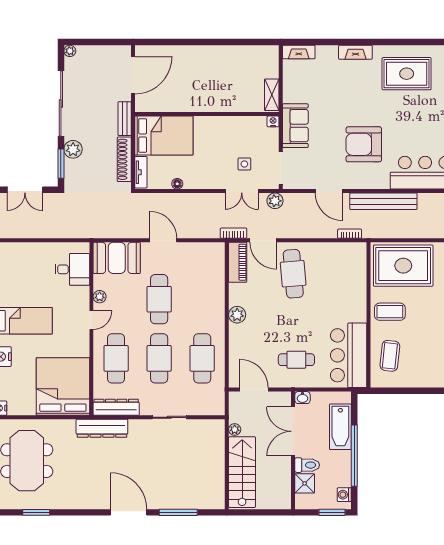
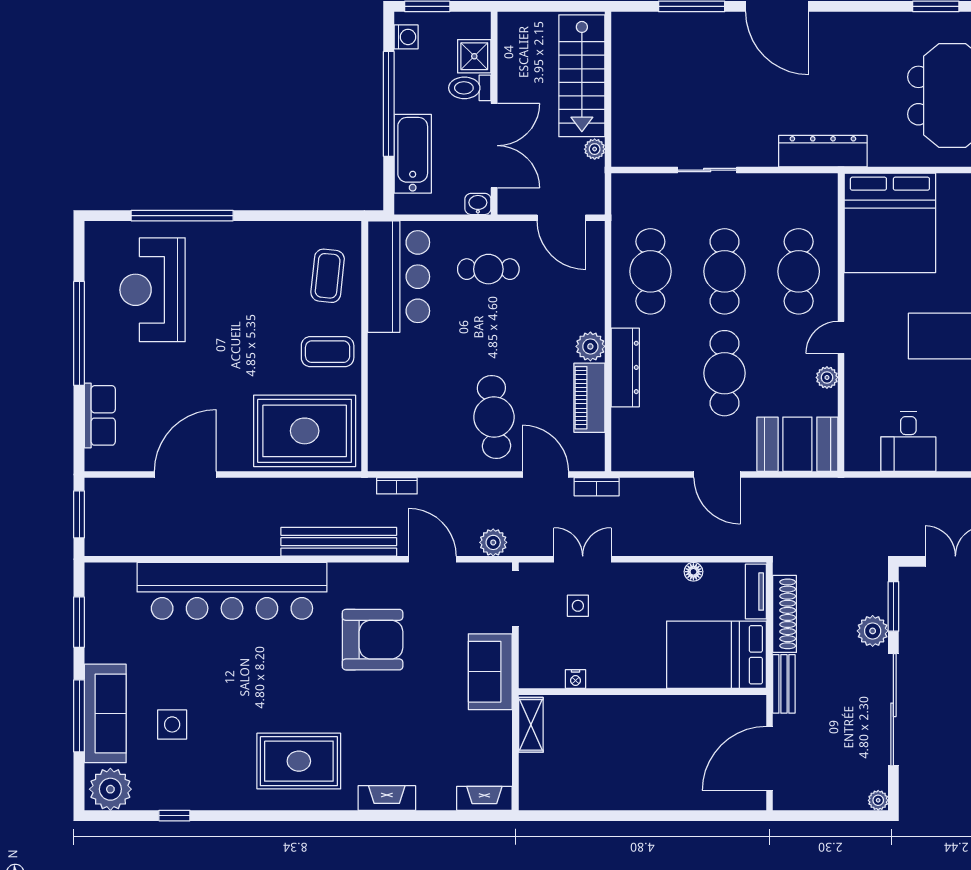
nightstand: (273, 121) -> (575, 679), moved
plant: (275, 201) -> (493, 542), moved
piano: (238, 262) -> (589, 398), moved
desk: (72, 269) -> (908, 442), moved, turned -90
dresser: (116, 407) -> (625, 367), moved, turned -90

